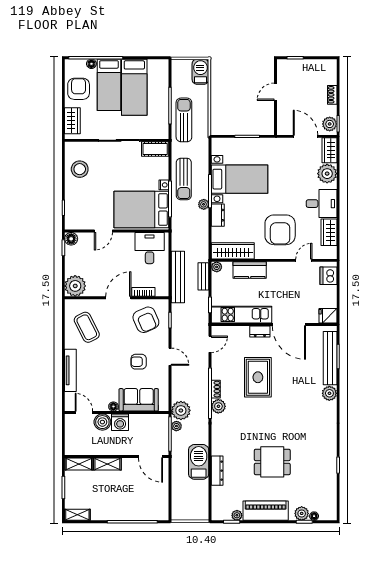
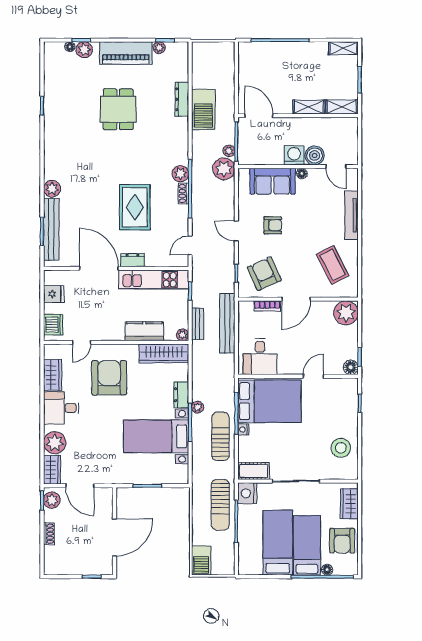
door: (275, 92) -> (115, 537), width x1.88
nightstand: (161, 130) -> (247, 493), added
fridge: (328, 316) -> (54, 294), moved
dining table: (272, 462) -> (118, 109), turned 90

